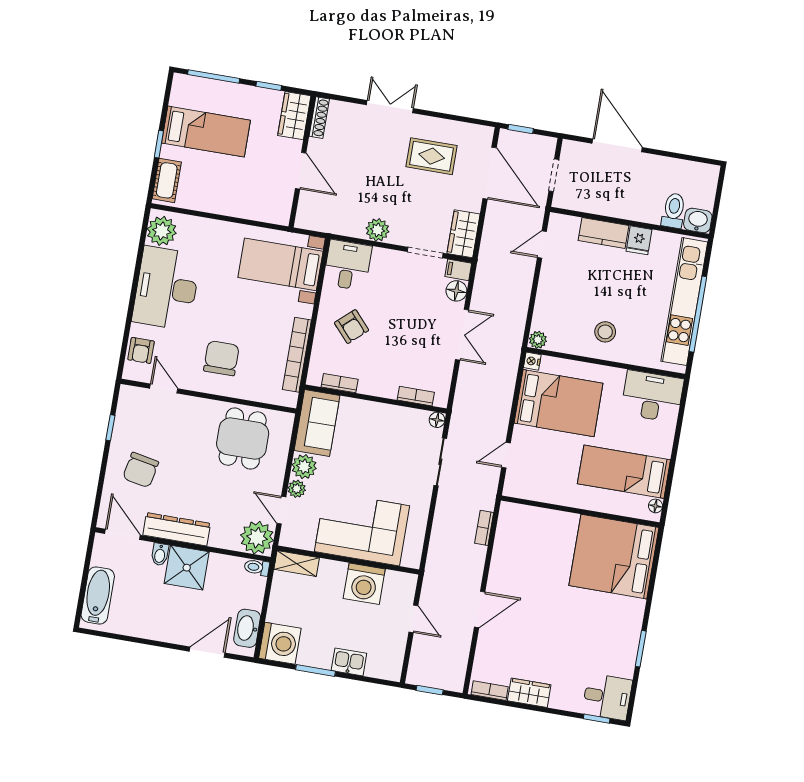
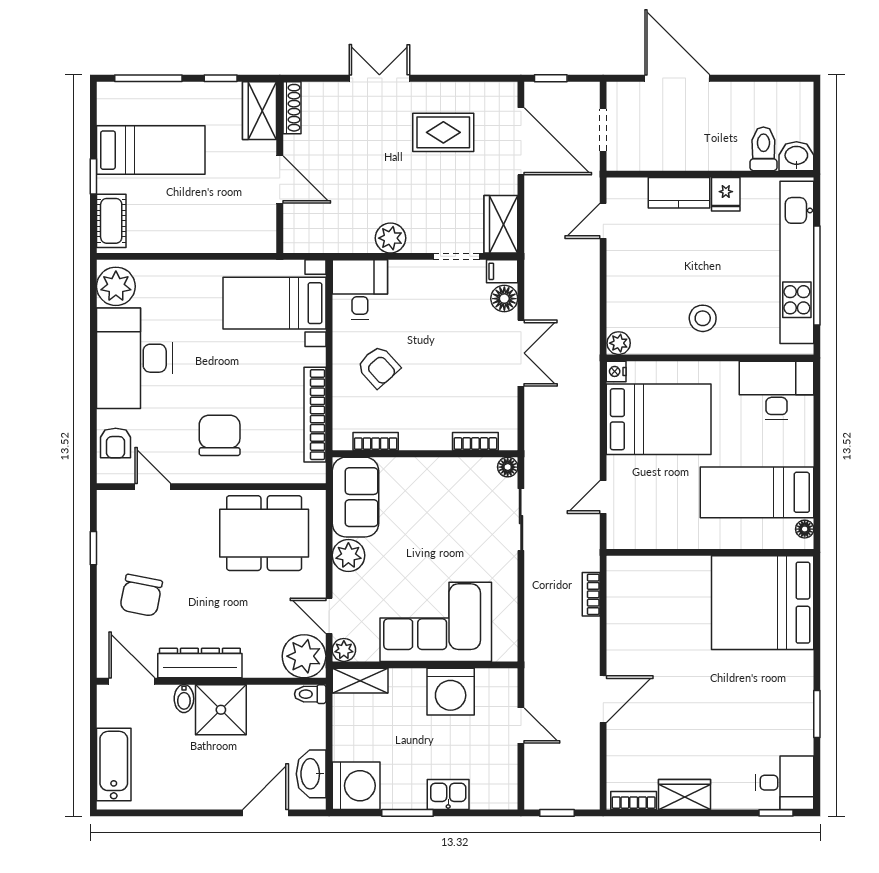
dining table: (243, 439) -> (264, 533), width x1.38
plant: (297, 489) -> (344, 650), moved

